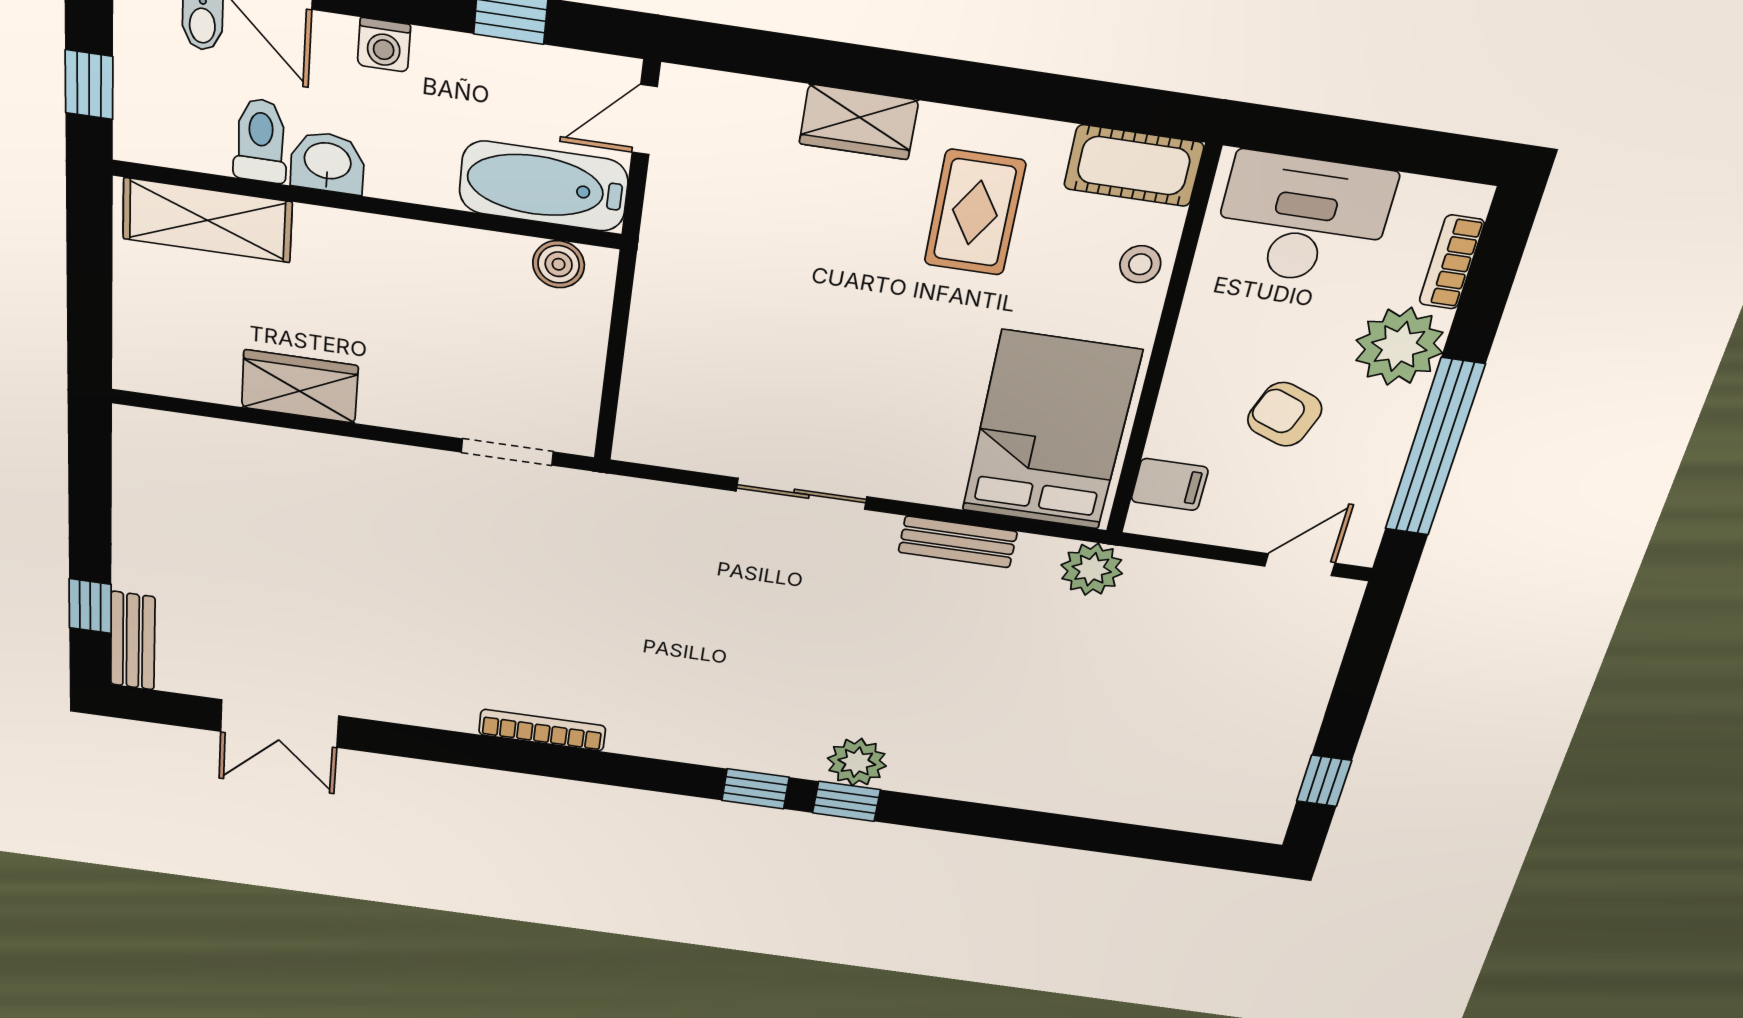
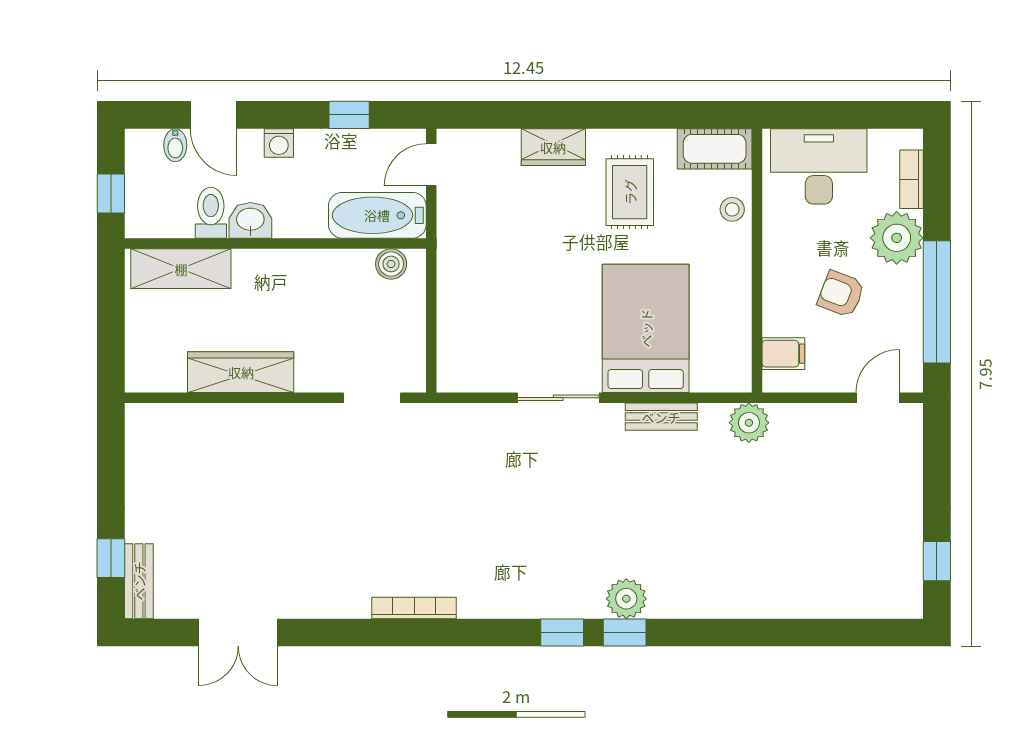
wardrobe: (300, 386) -> (241, 372), width x1.50
bed: (1051, 431) -> (646, 328), moved

